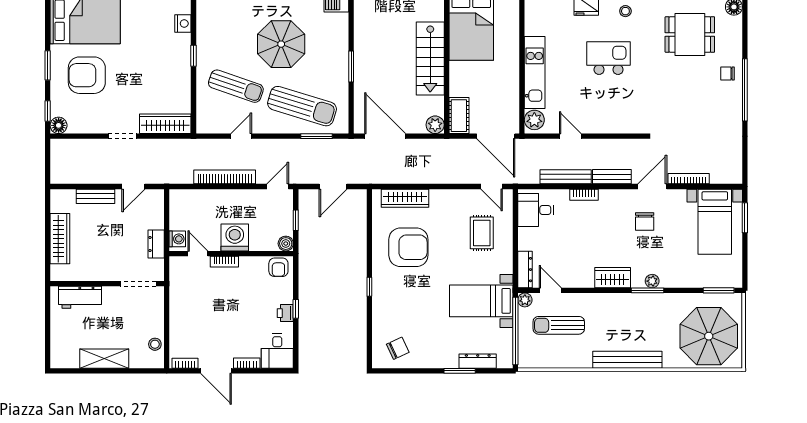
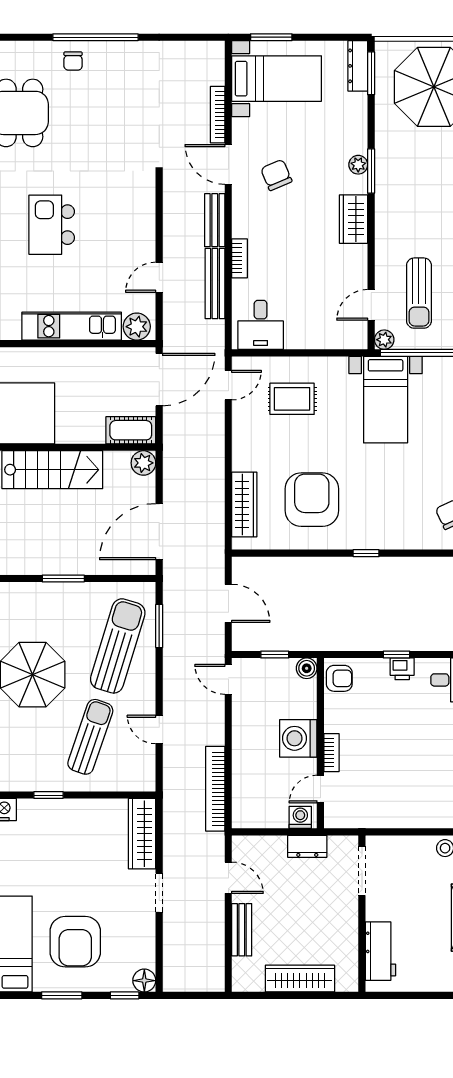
bookcase: (225, 177) -> (215, 789), moved
chair: (645, 221) -> (276, 175), turned -113
dresser: (525, 270) -> (358, 66), moved, turned -90

